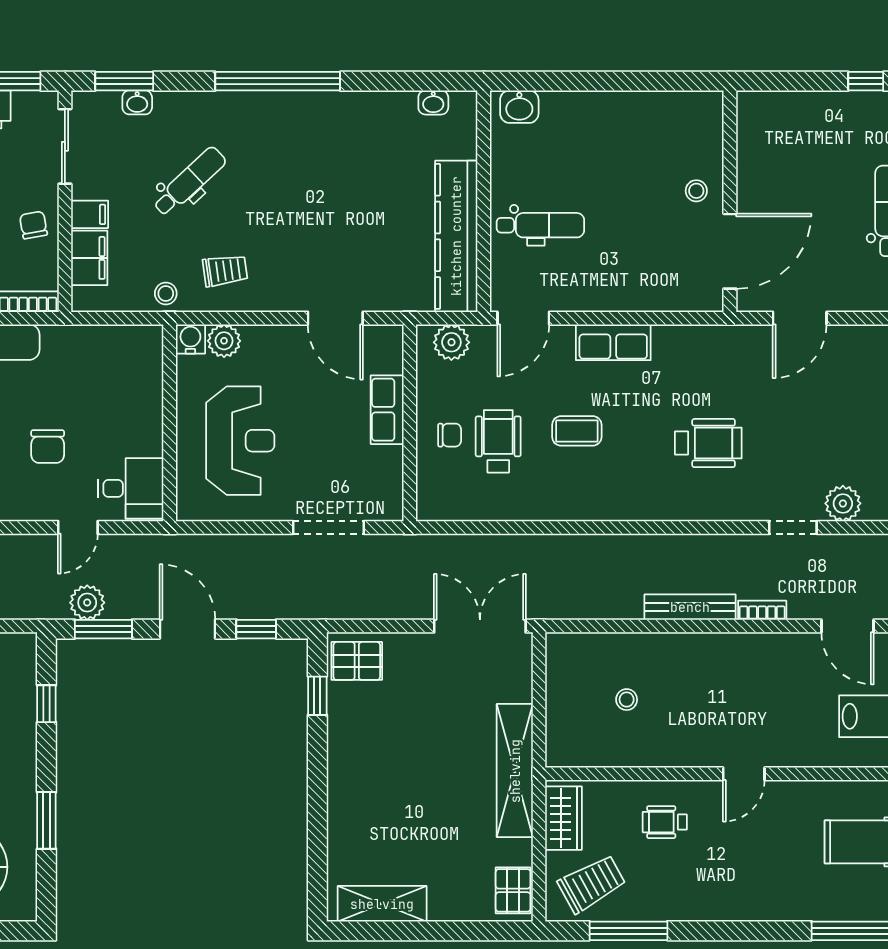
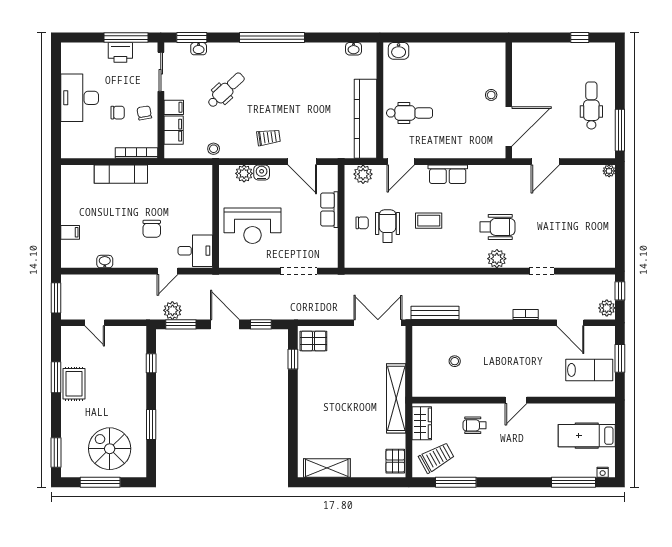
trolley: (225, 271) -> (269, 137), moved
water cooler: (190, 339) -> (262, 173), moved
reception desk: (240, 441) -> (253, 226), turned 90
plant: (843, 503) -> (497, 259), moved
bench: (690, 607) -> (435, 313), moved

